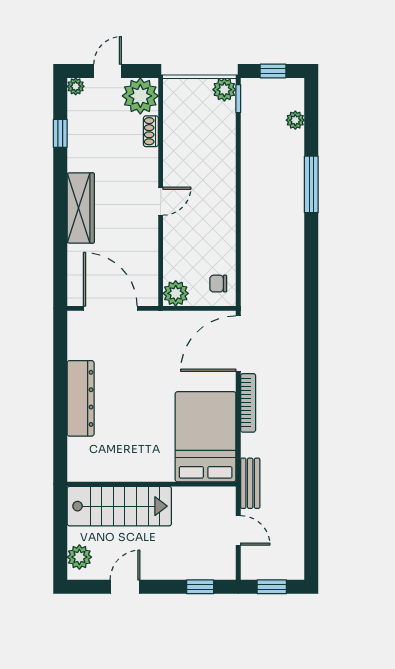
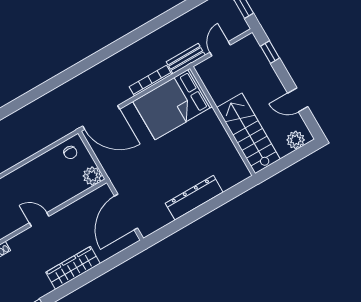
bookcase: (248, 403) -> (151, 81), moved

